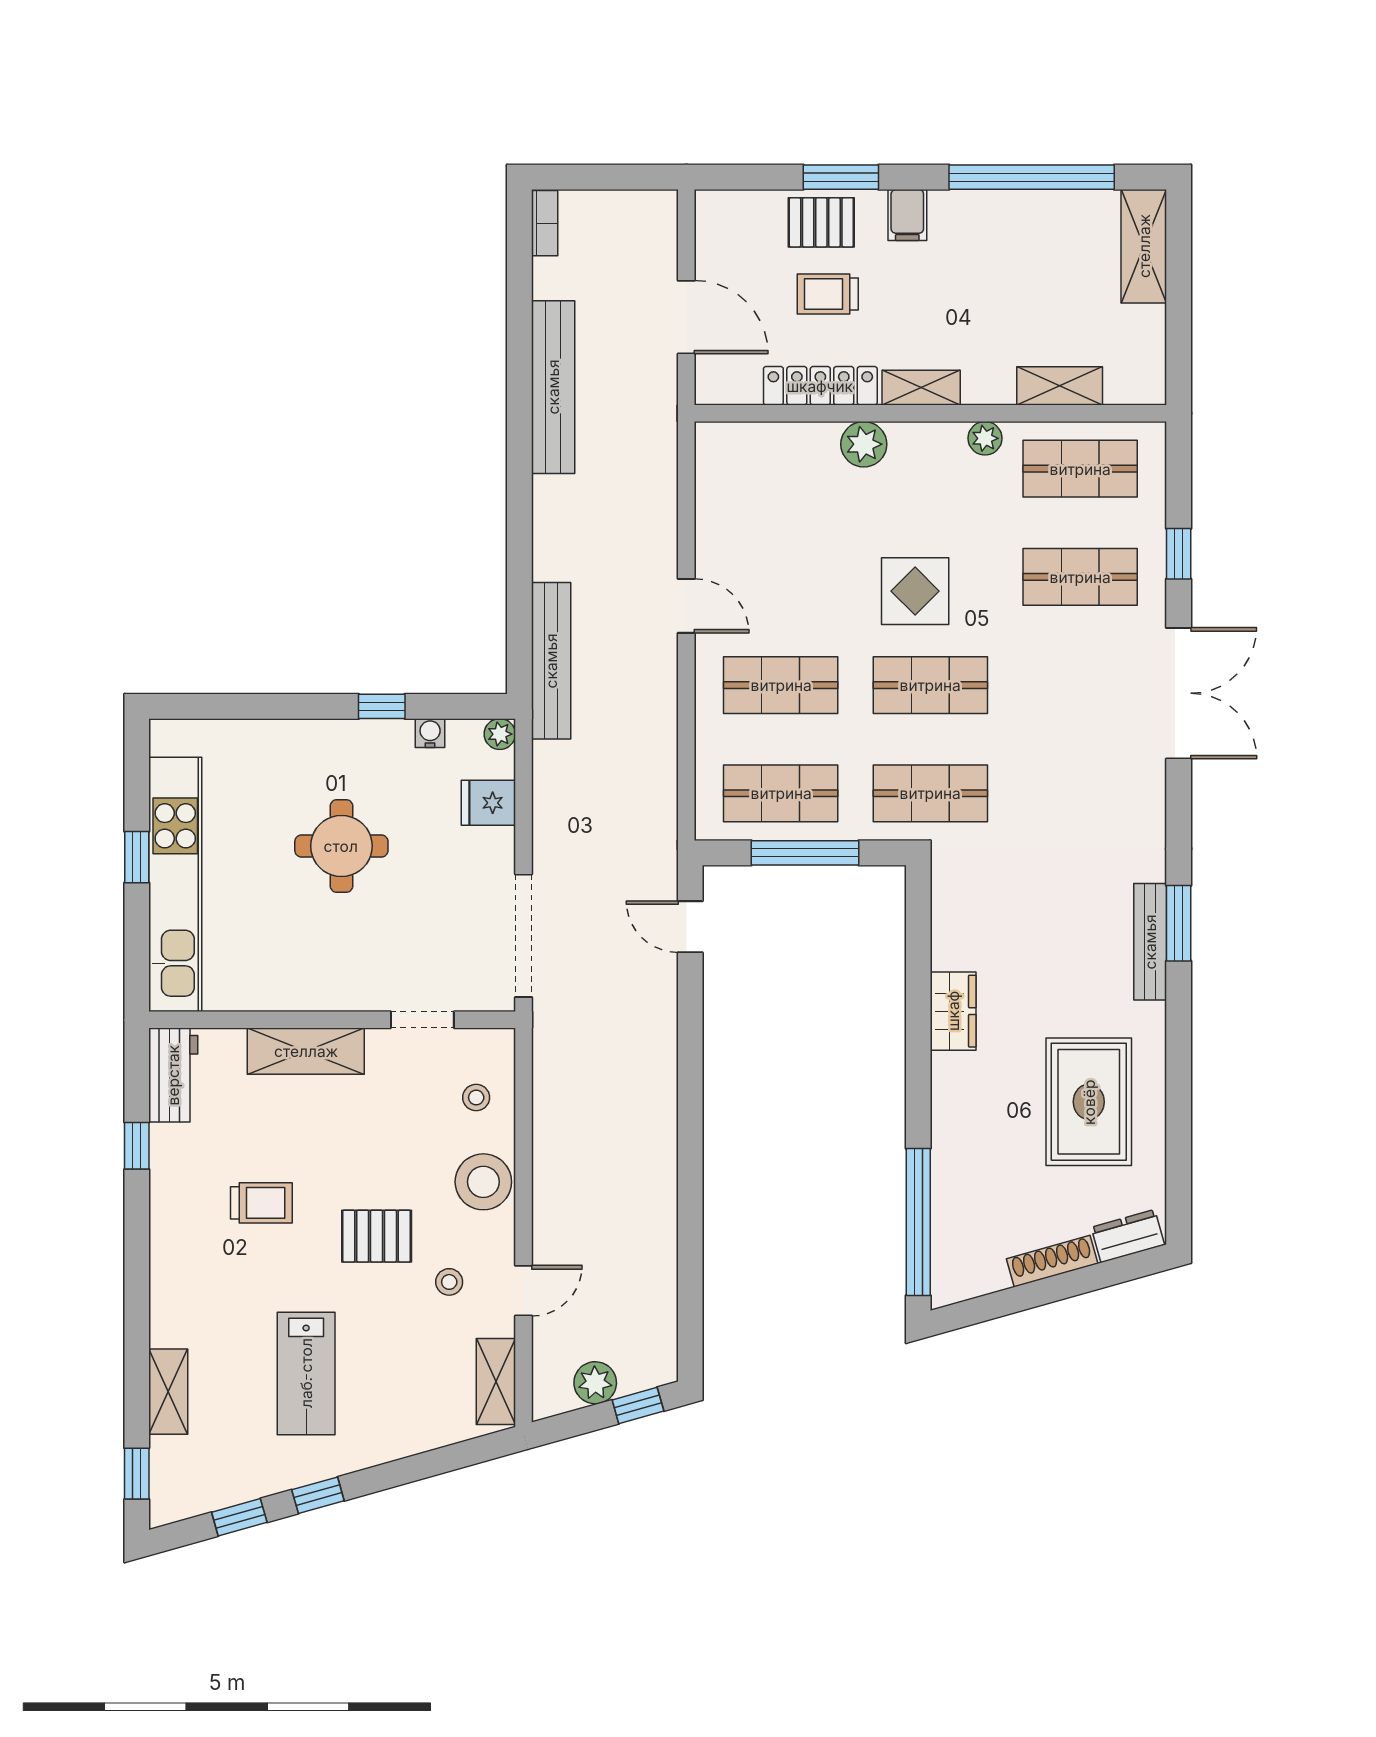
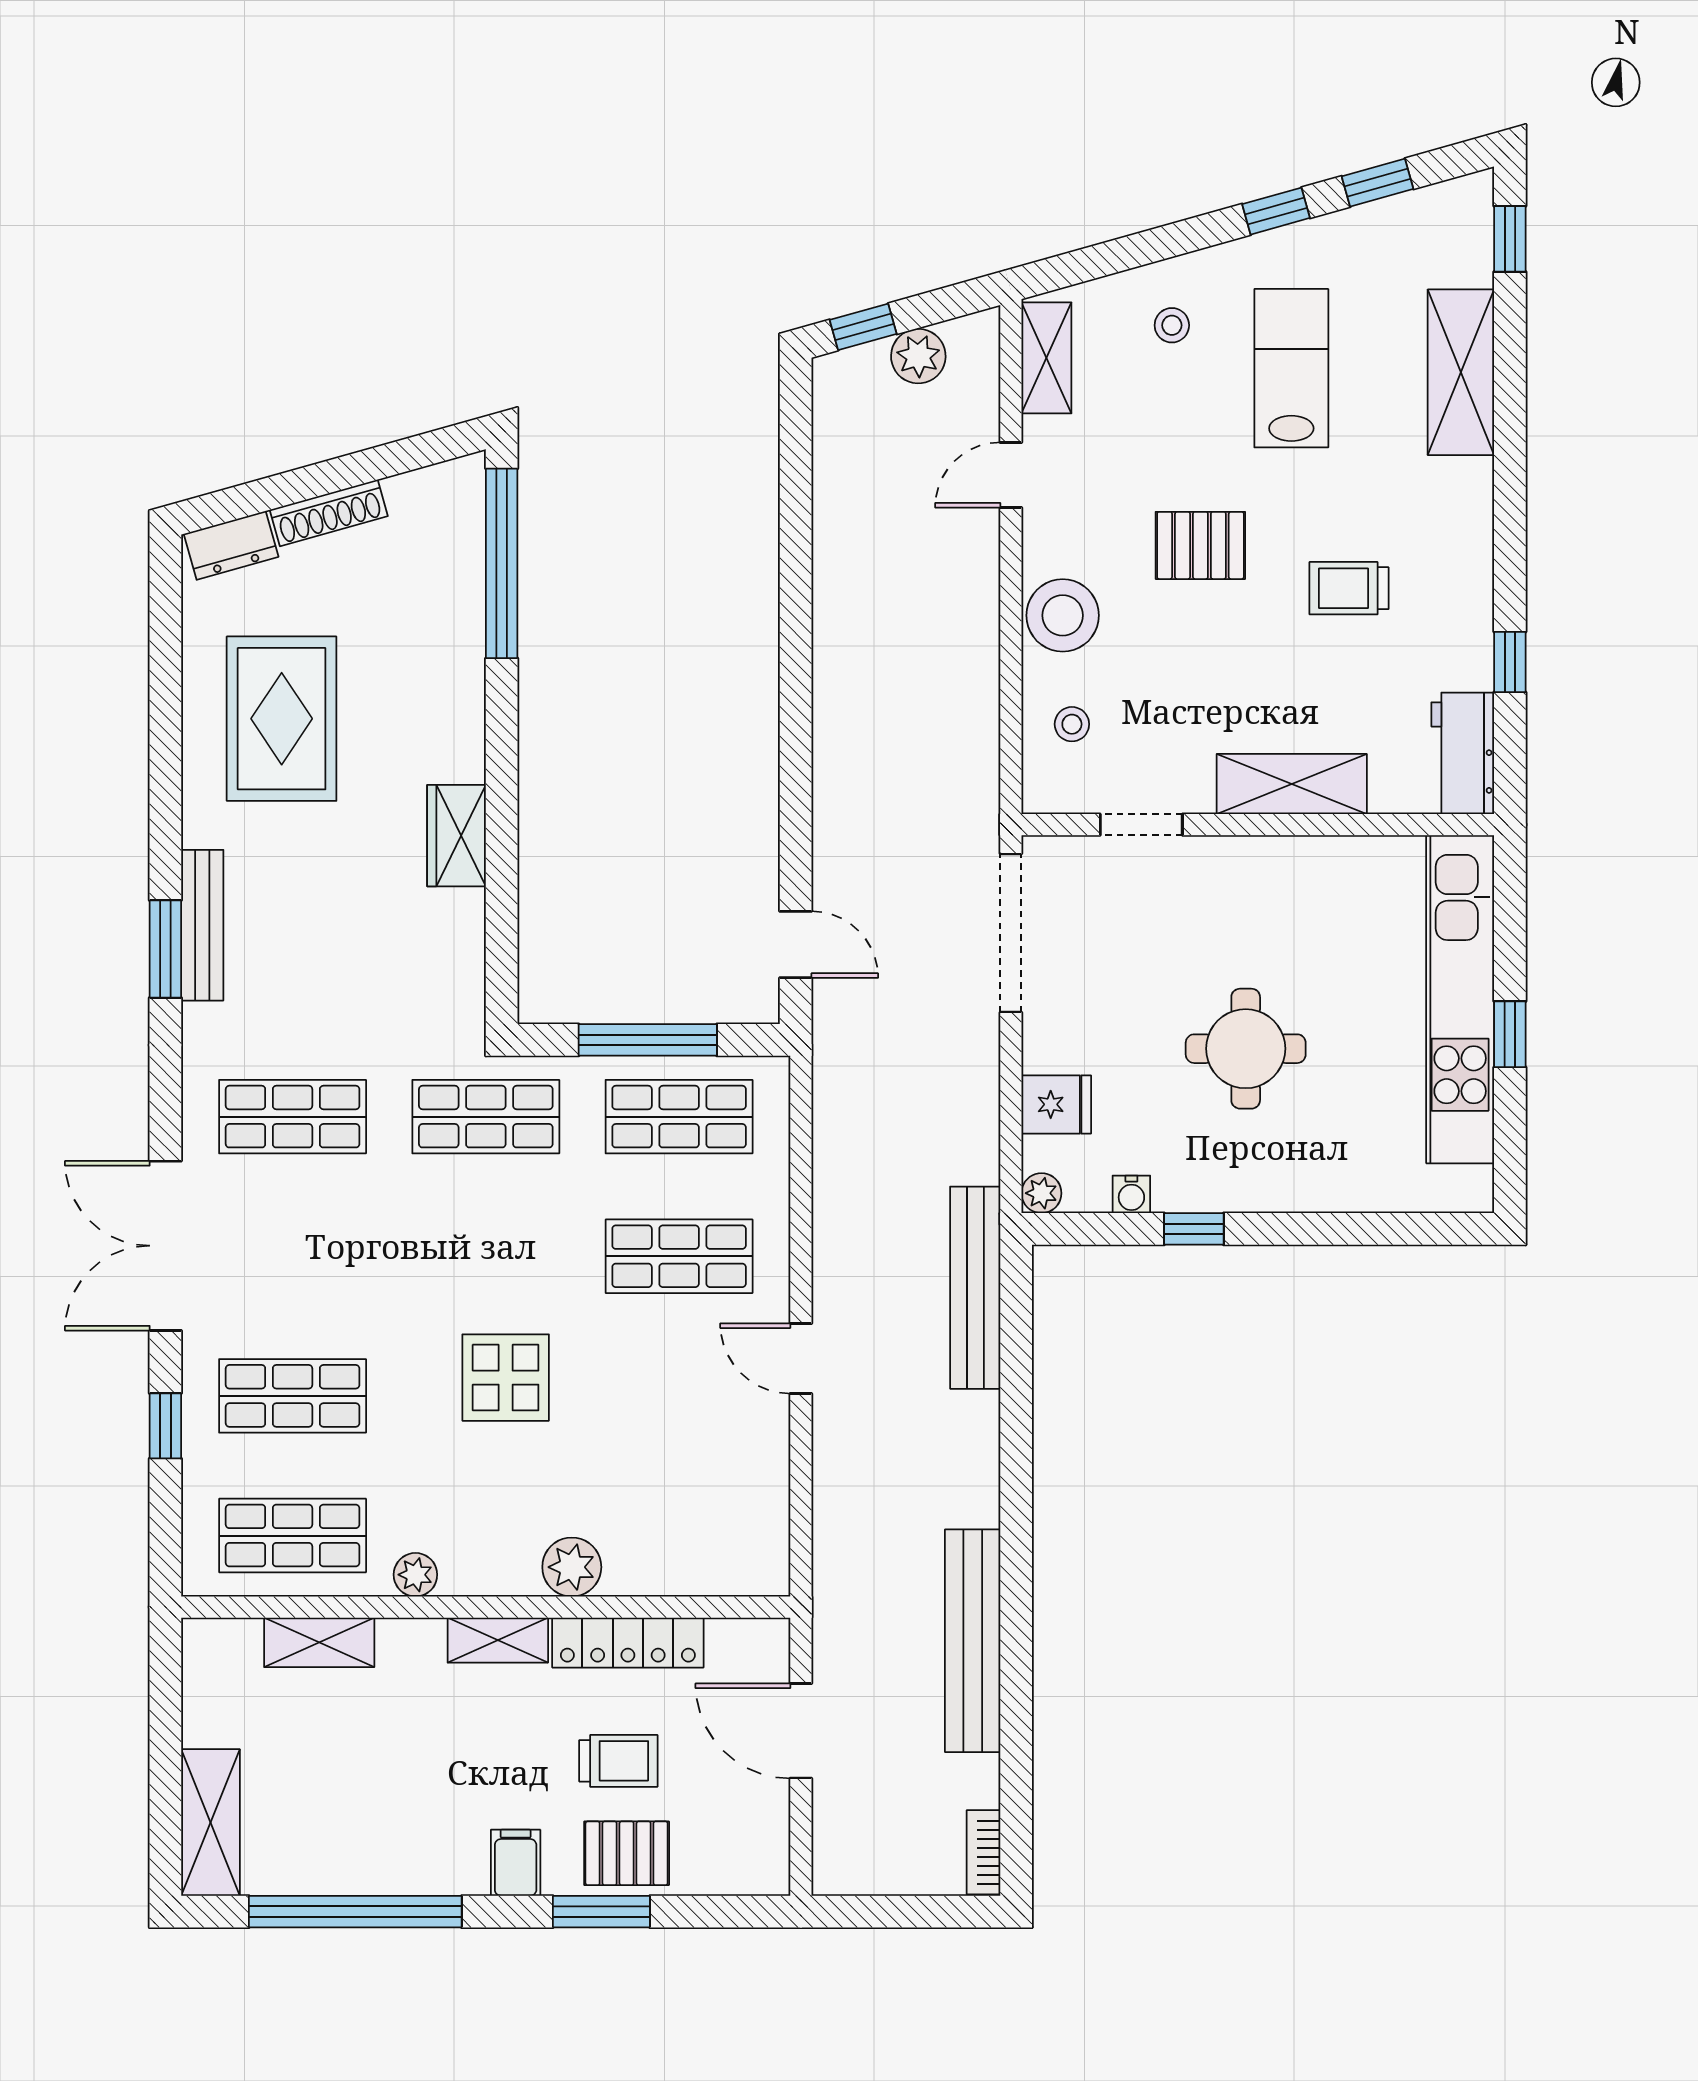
shop shelf: (930, 685) -> (293, 1117), moved
stool: (449, 1282) -> (1172, 325), moved
shelving: (168, 1392) -> (1461, 372), width x1.50, depth x1.33

